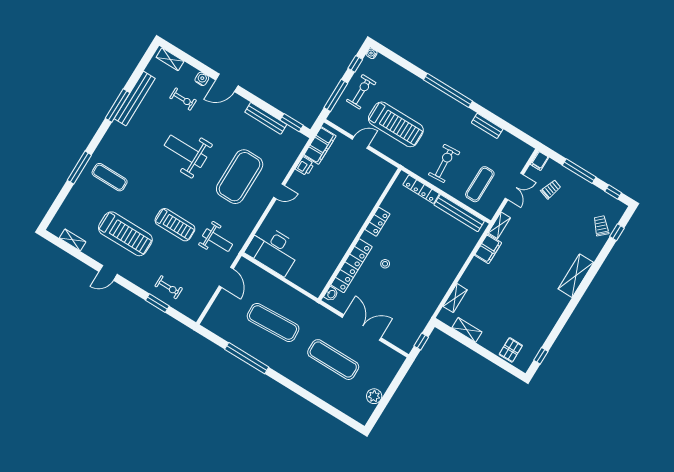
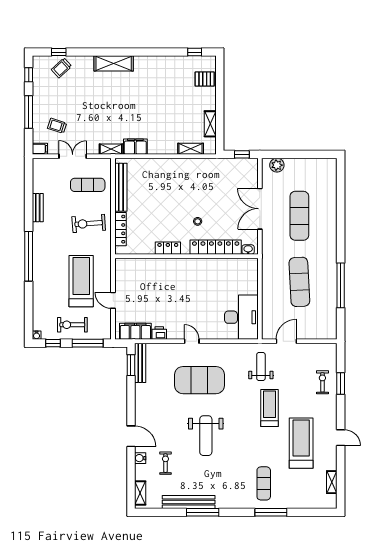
bench: (266, 118) -> (140, 363), moved
plant: (374, 396) -> (277, 165), moved

